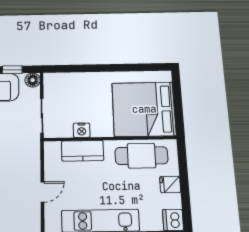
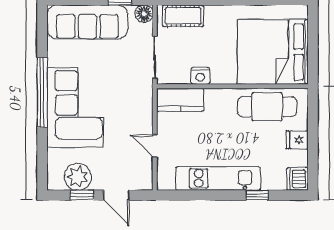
cot: (66, 81) -> (183, 16), added
kitchen counter: (83, 151) -> (180, 100), moved
door: (42, 192) -> (155, 146), swing flipped

